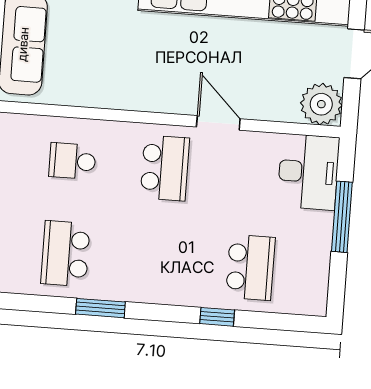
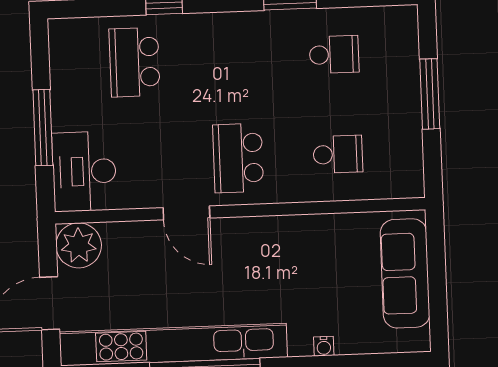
school desk: (65, 254) -> (334, 54), width x0.54

